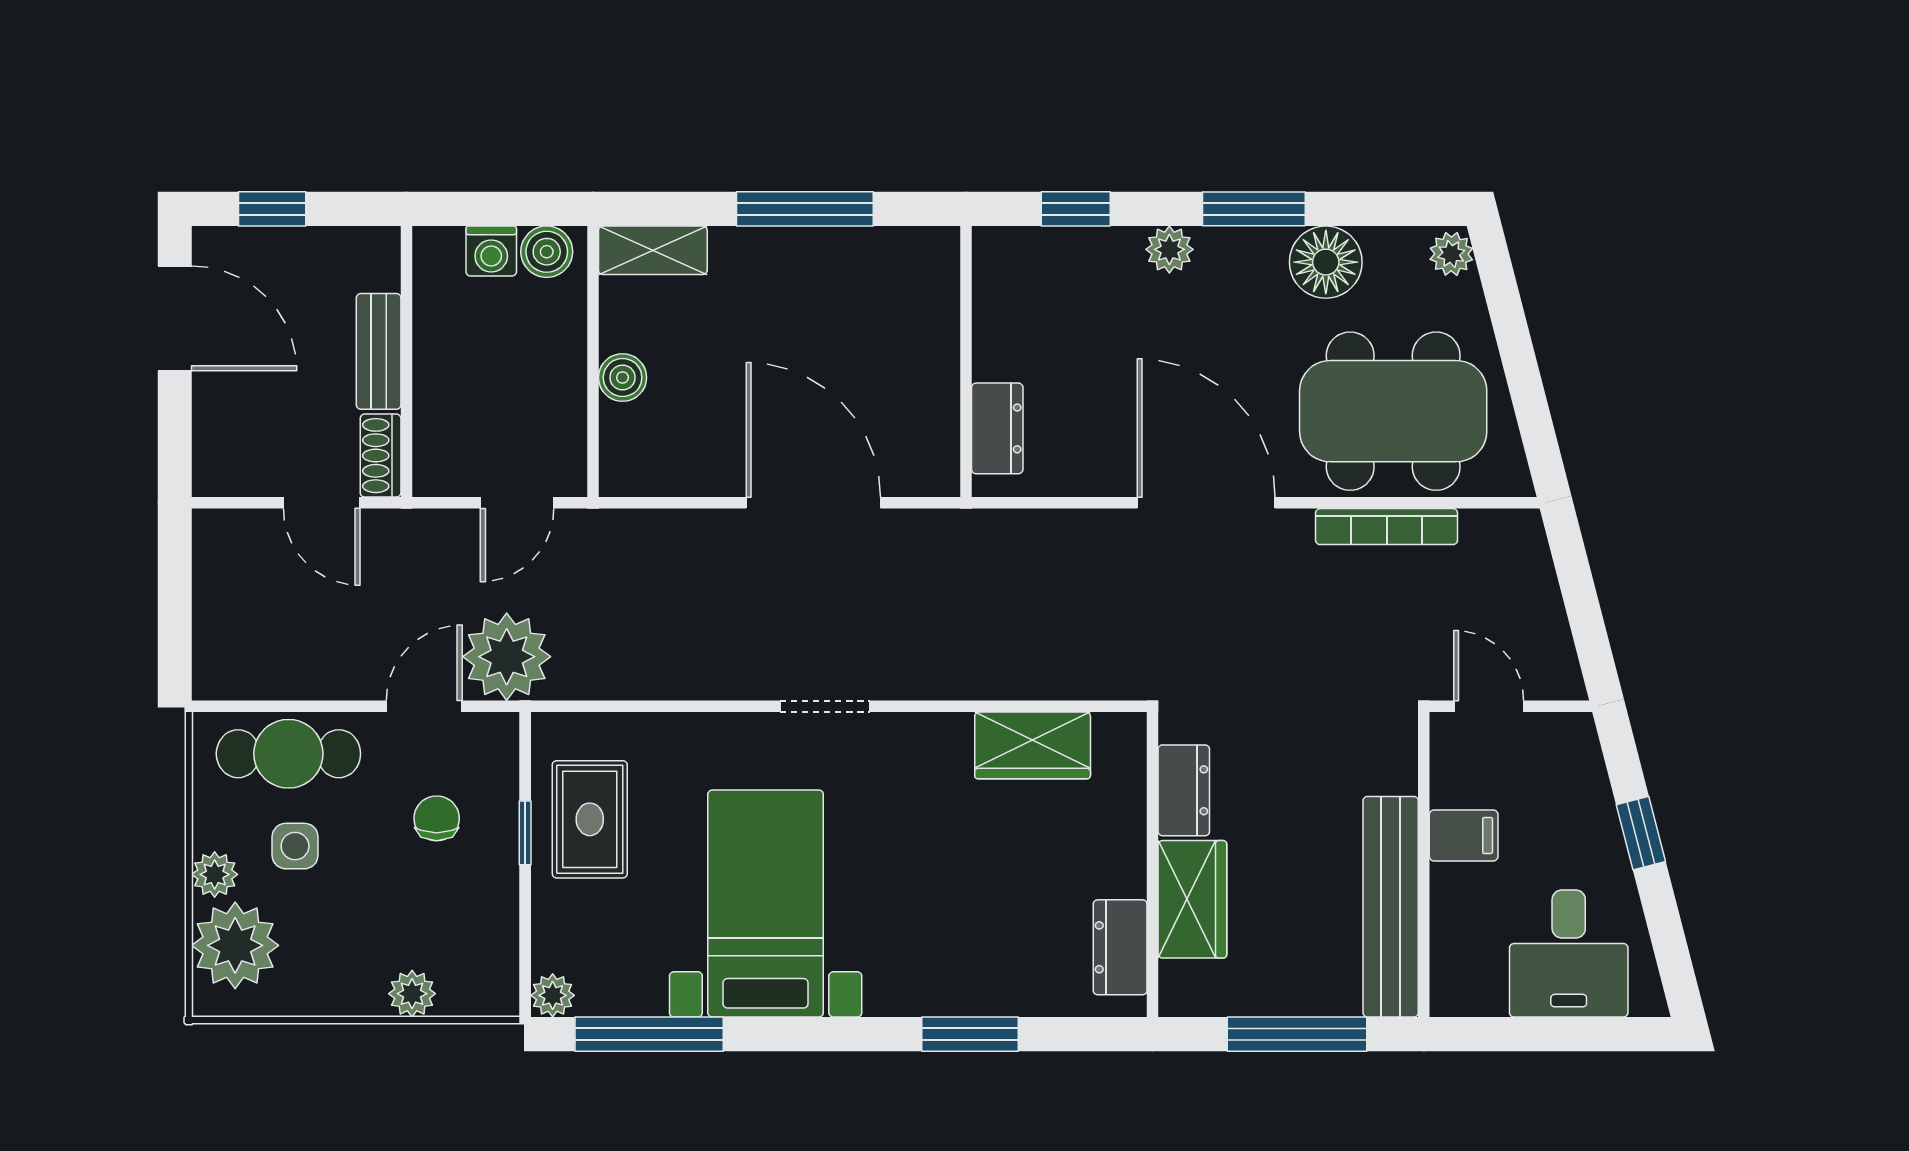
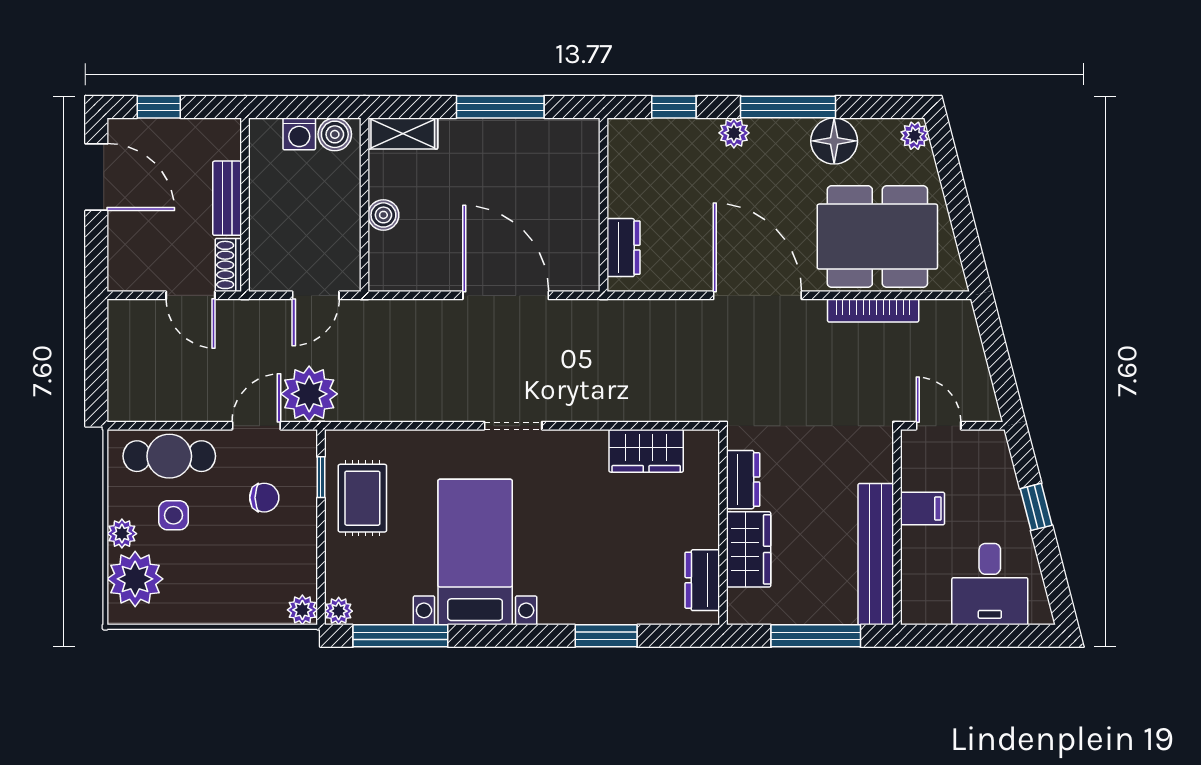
window: (1254, 209) -> (788, 107), width x1.44
chair: (437, 818) -> (264, 498), turned 90
window: (525, 833) -> (321, 477), moved
plant: (412, 994) -> (302, 610), moved

